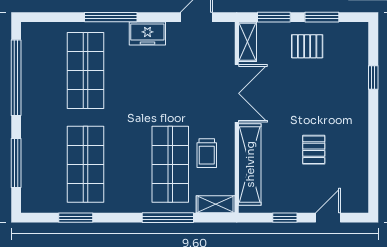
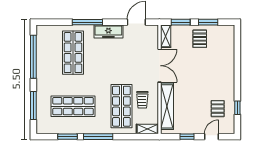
freezer: (147, 34) -> (108, 31), width x1.40
pallet: (307, 46) -> (200, 39), turned 90
window: (373, 78) -> (237, 108), moved
pallet: (314, 150) -> (218, 109), moved
shop shelf: (85, 164) -> (73, 106), turned 90
window: (168, 218) -> (98, 137), moved

